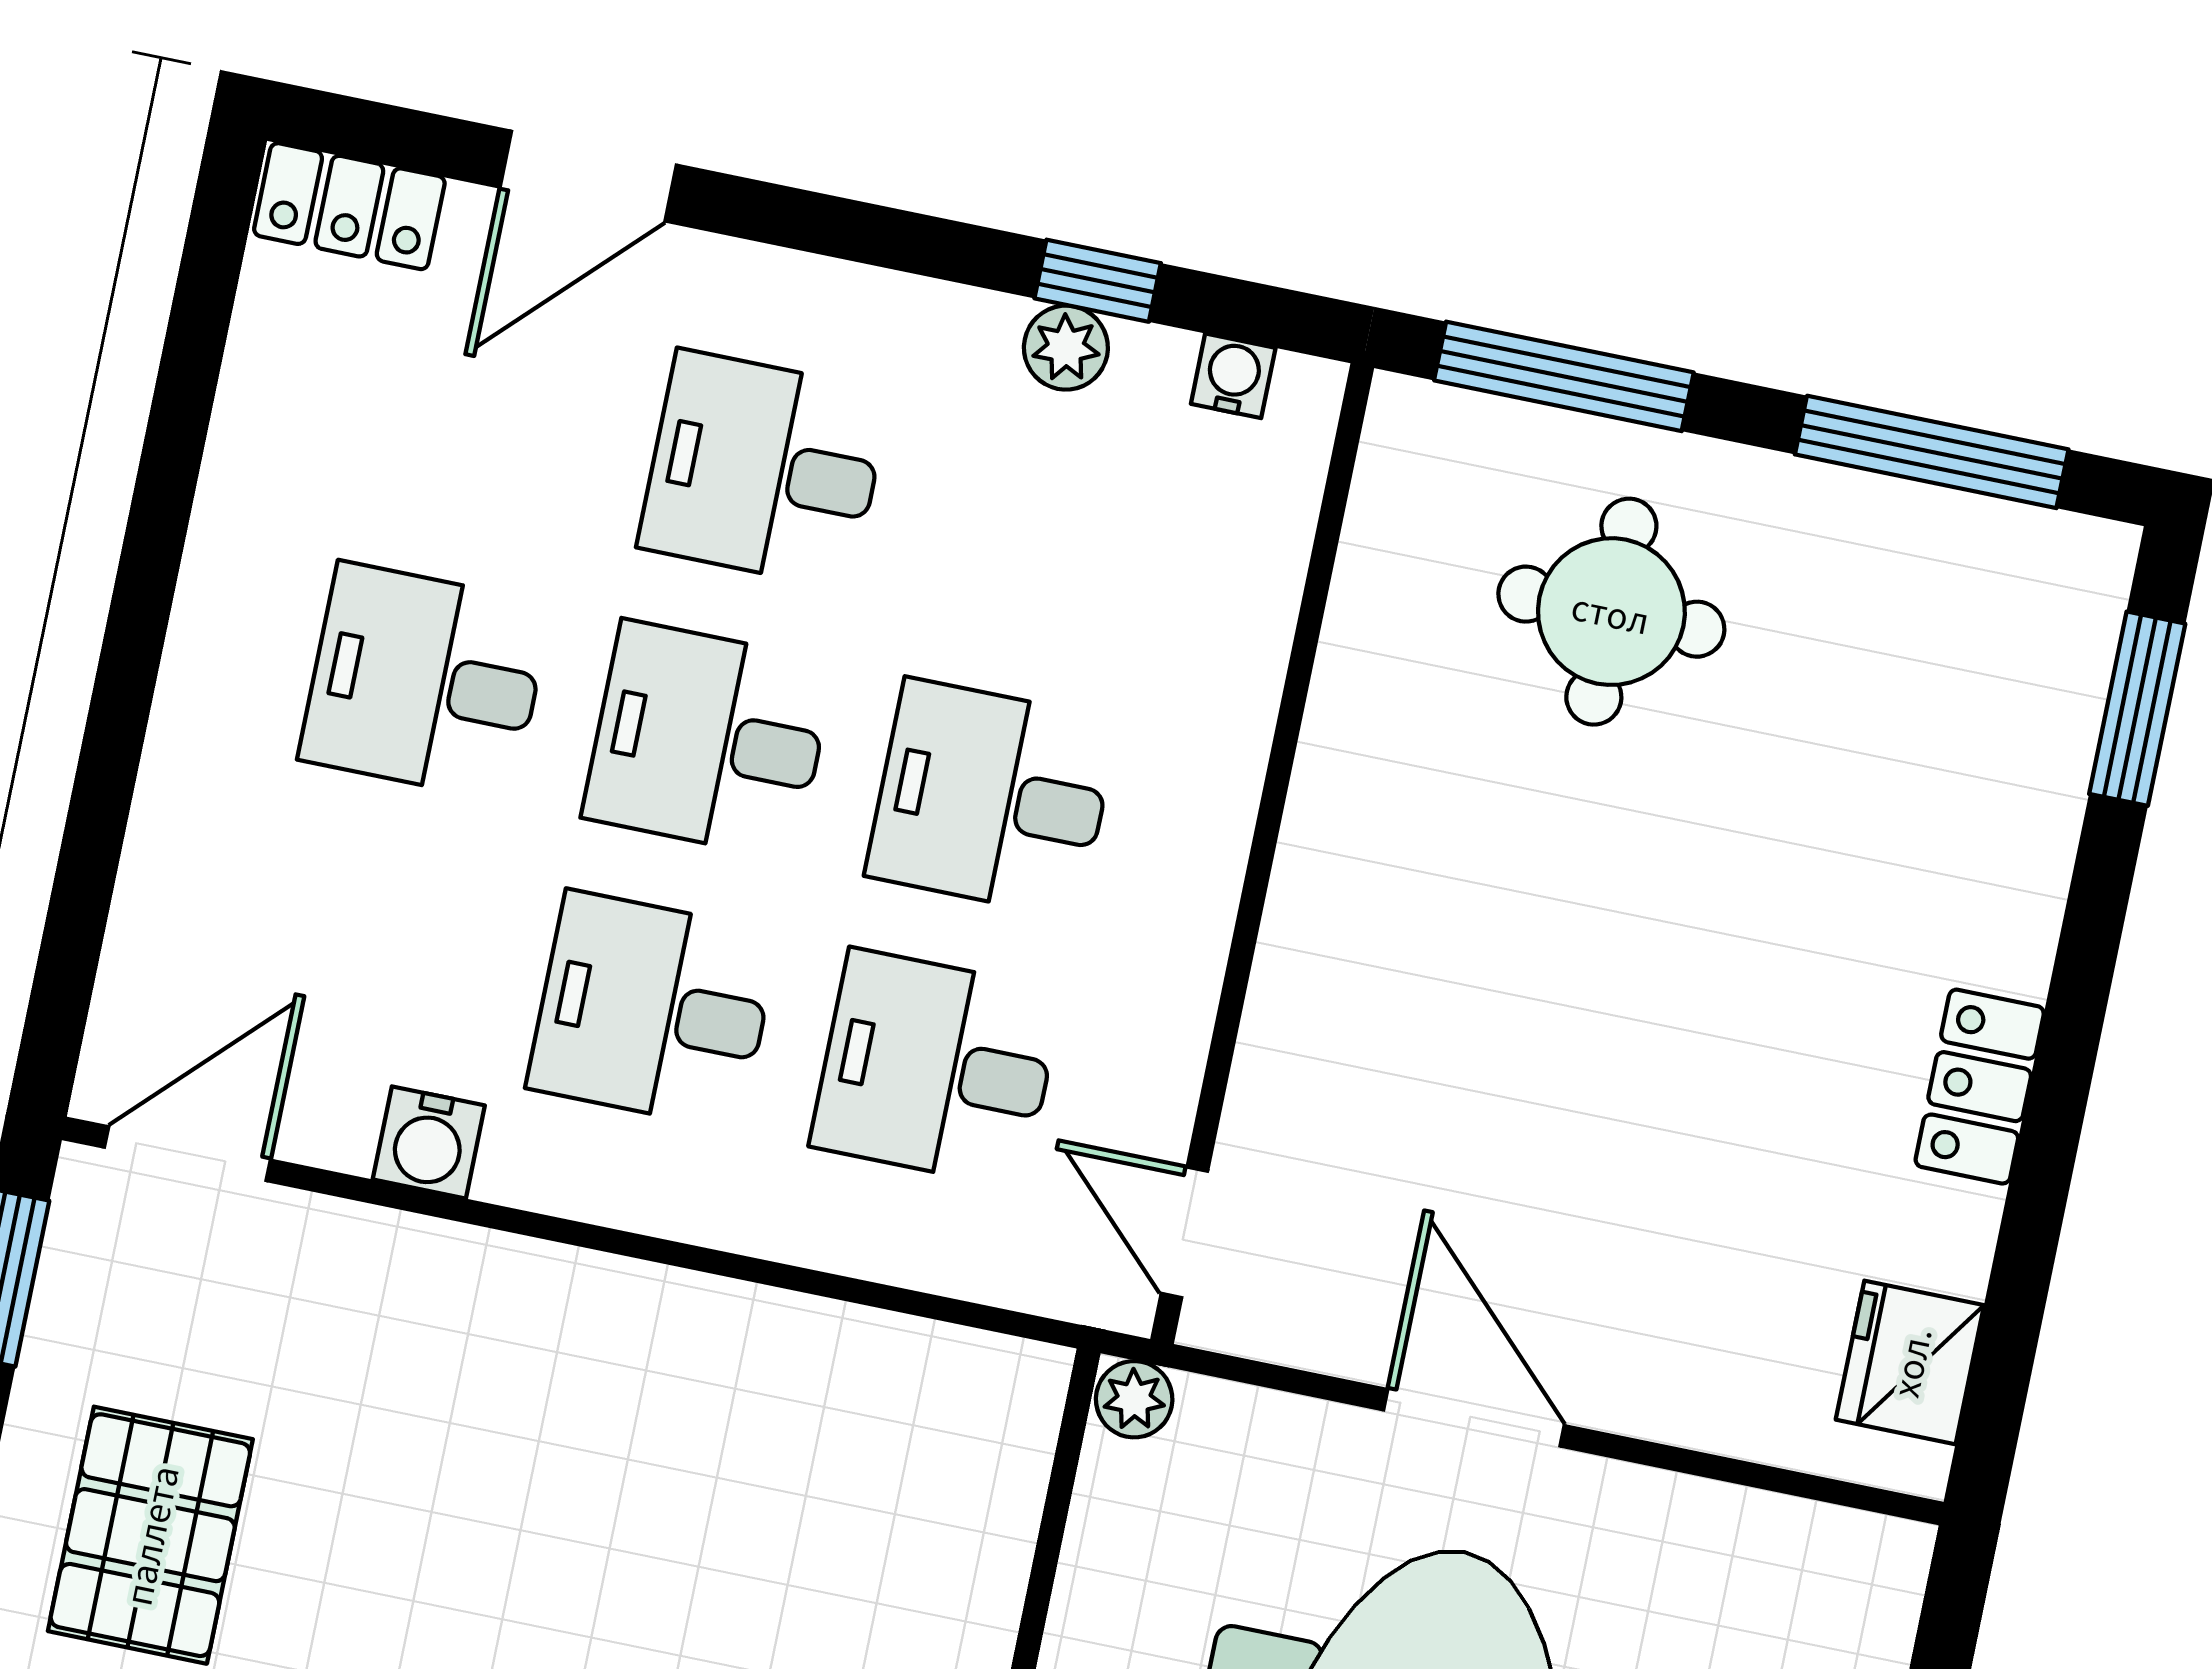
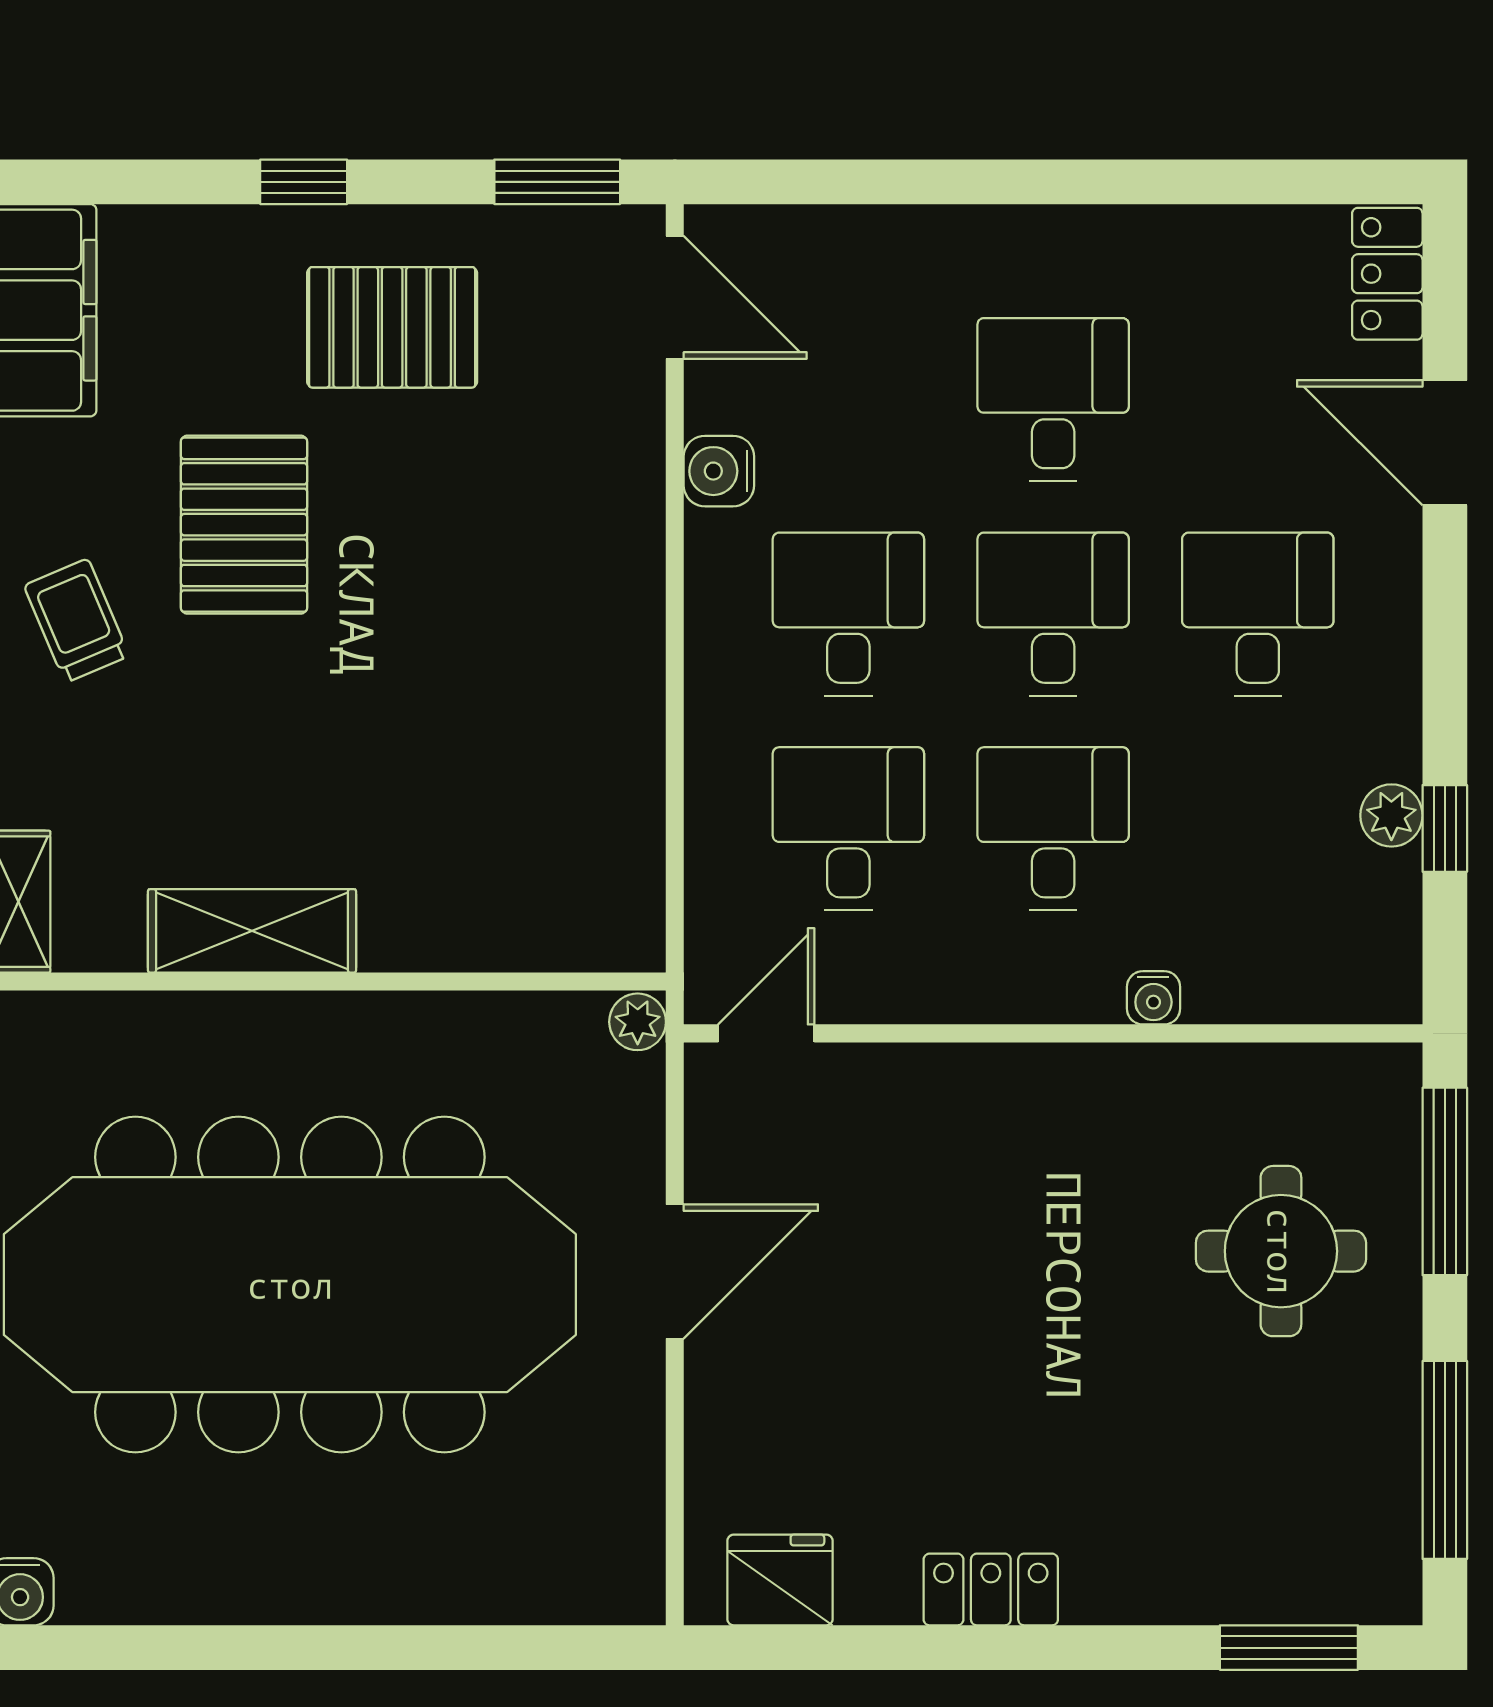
water cooler: (1233, 376) -> (1153, 998), moved, turned 90

